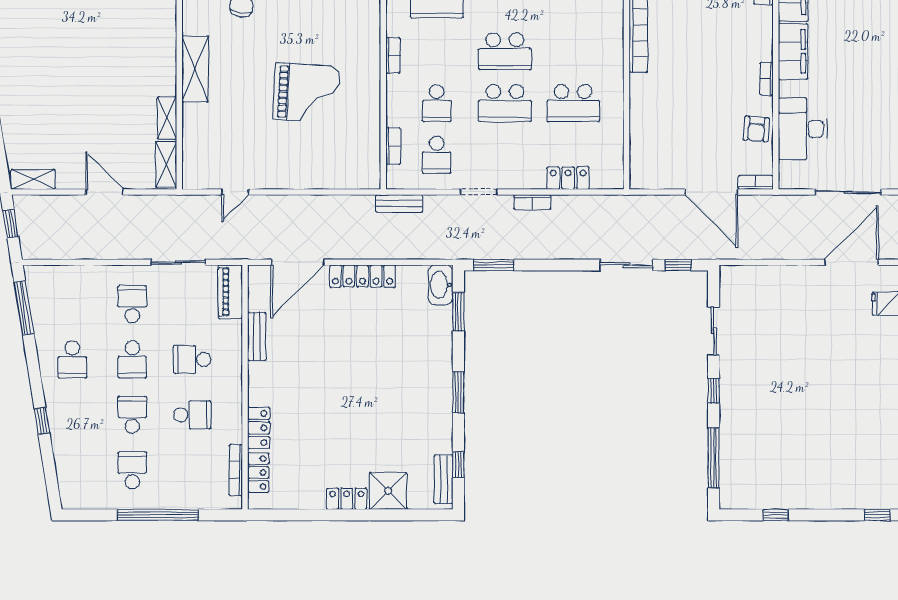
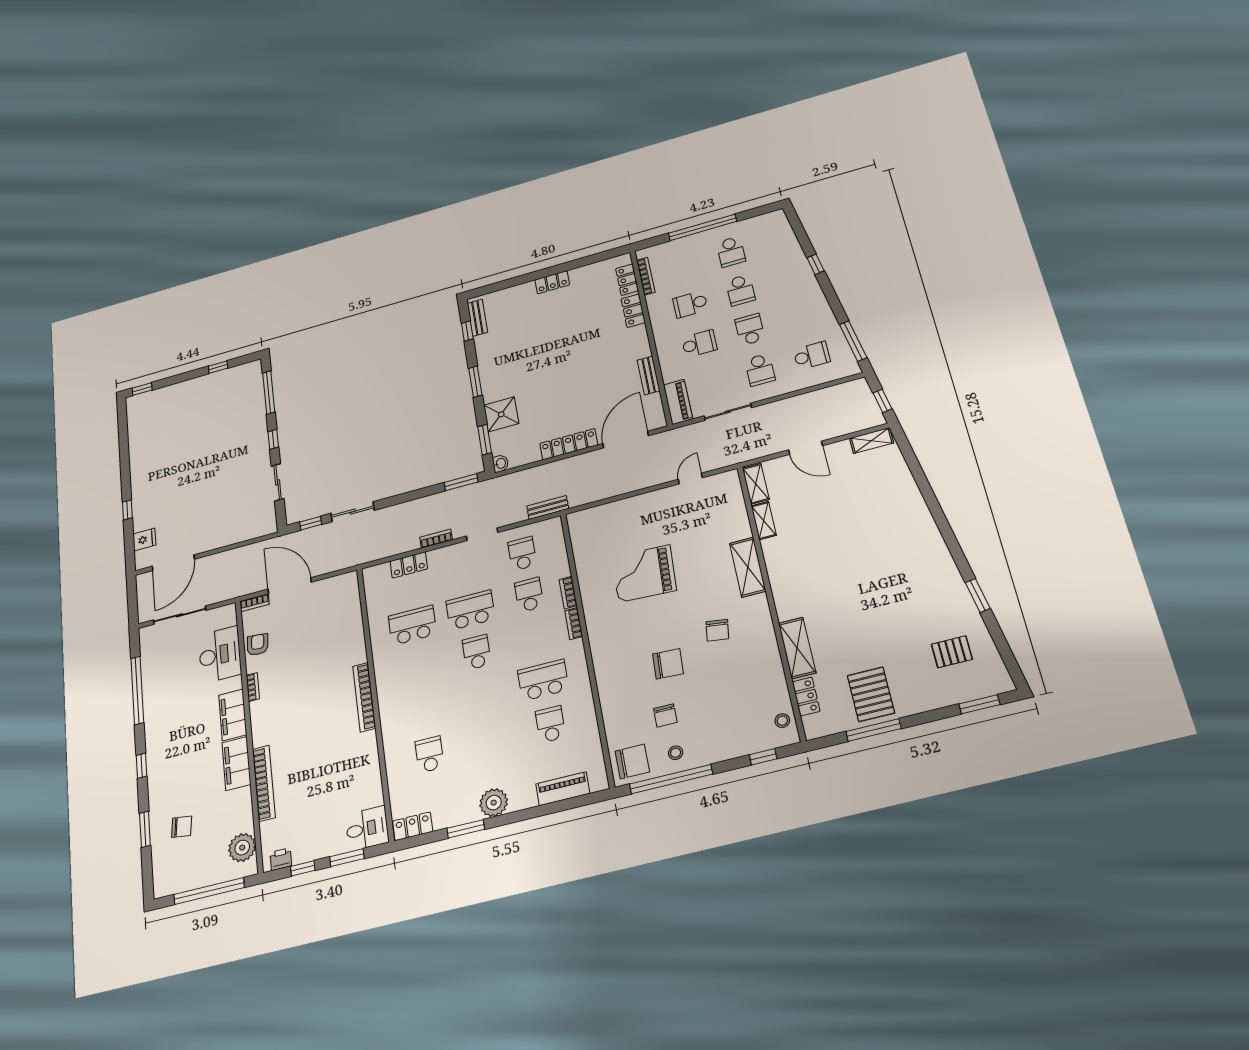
school desk: (505, 51) -> (477, 652), width x0.54
bookcase: (393, 146) -> (568, 593), moved
washbasin: (441, 285) -> (501, 463), width x0.52, depth x0.69
school desk: (72, 359) -> (812, 356), moved, turned 90
shower: (388, 491) -> (501, 414), moved

